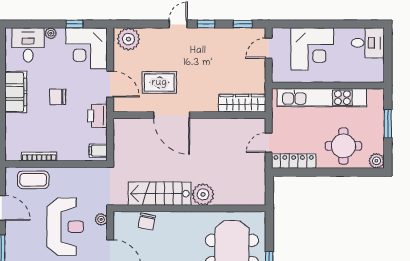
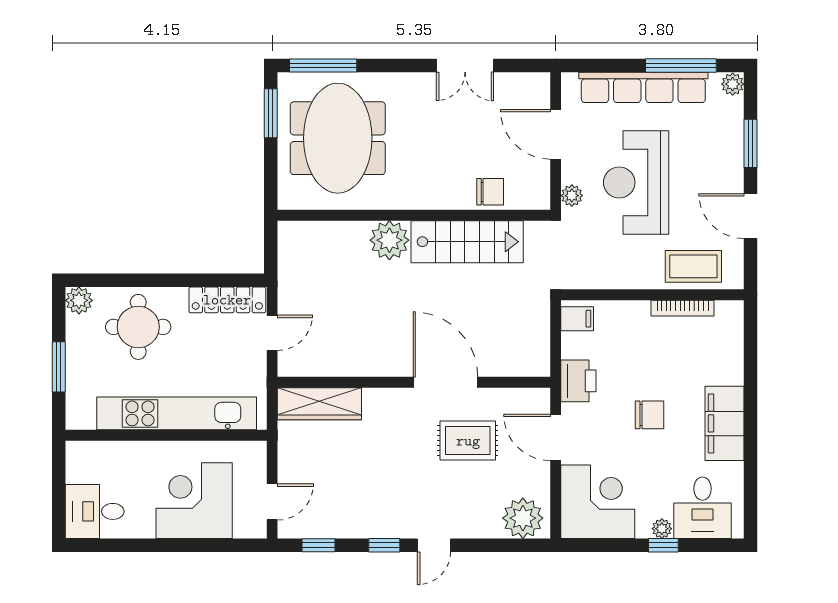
window: (75, 24) -> (663, 545), moved
chair: (147, 221) -> (490, 192), turned 79

